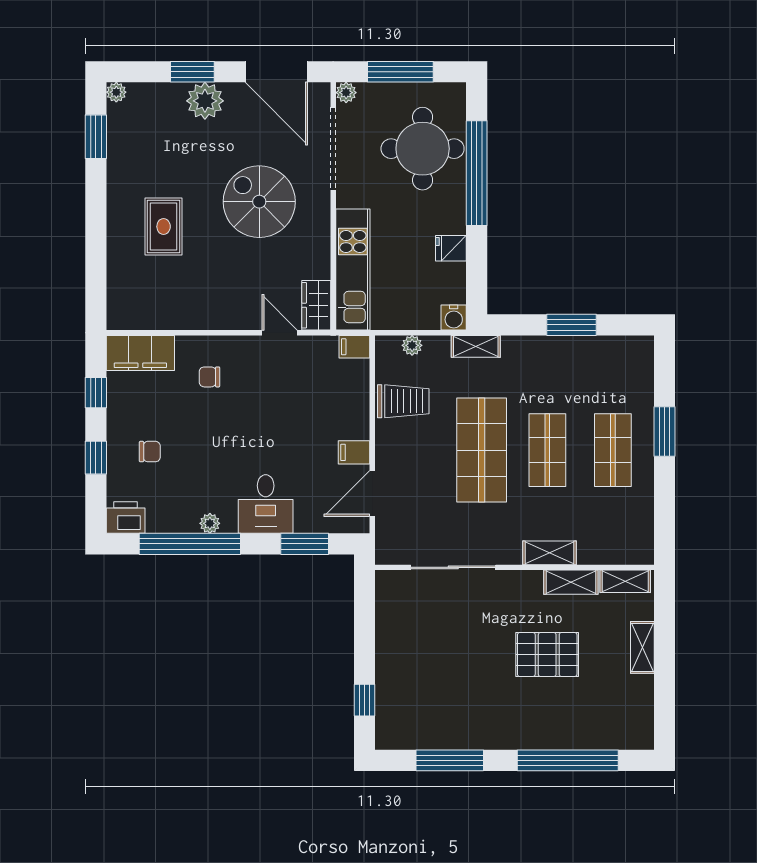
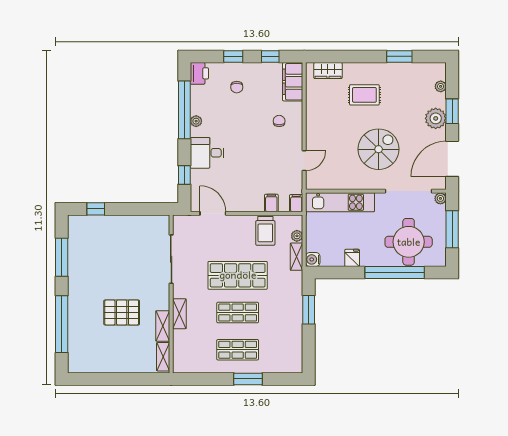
plant: (116, 92) -> (441, 86), moved
window: (96, 137) -> (399, 56), moved
wardrobe: (316, 305) -> (328, 71), moved, turned 180
window: (571, 325) -> (309, 310), moved
shelving: (476, 346) -> (296, 257), moved
filing cabinet: (354, 452) -> (271, 203), moved
window: (305, 544) -> (184, 175), width x0.67
shelving: (642, 647) -> (126, 366), removed
pallet: (547, 655) -> (122, 312), turned 90

